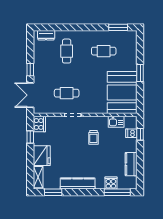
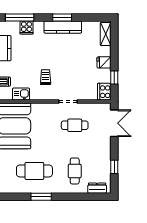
window: (118, 27) -> (41, 197), moved
cafe table: (104, 51) -> (34, 171), width x1.37, depth x1.35
window: (30, 70) -> (114, 167), moved
fridge: (42, 156) -> (104, 62), width x0.53, depth x0.75
window: (53, 192) -> (62, 17), moved

